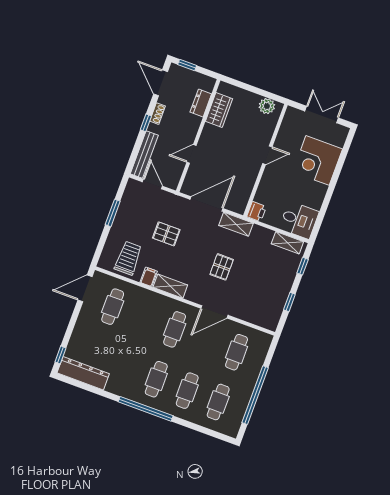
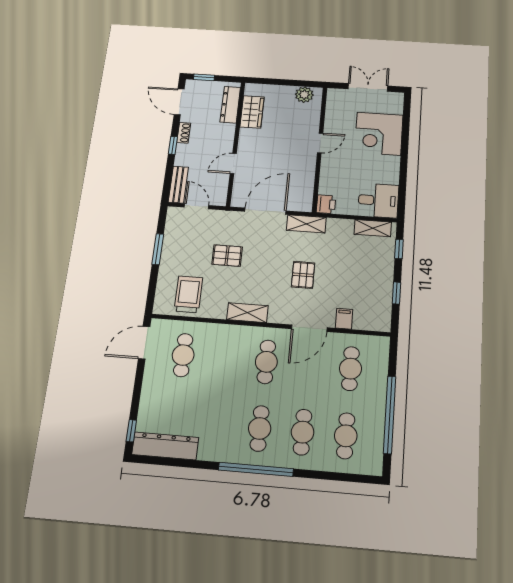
dresser: (201, 103) -> (230, 105), width x1.44
bench: (144, 155) -> (178, 185), width x0.73
filing cabinet: (149, 277) -> (344, 319), moved

